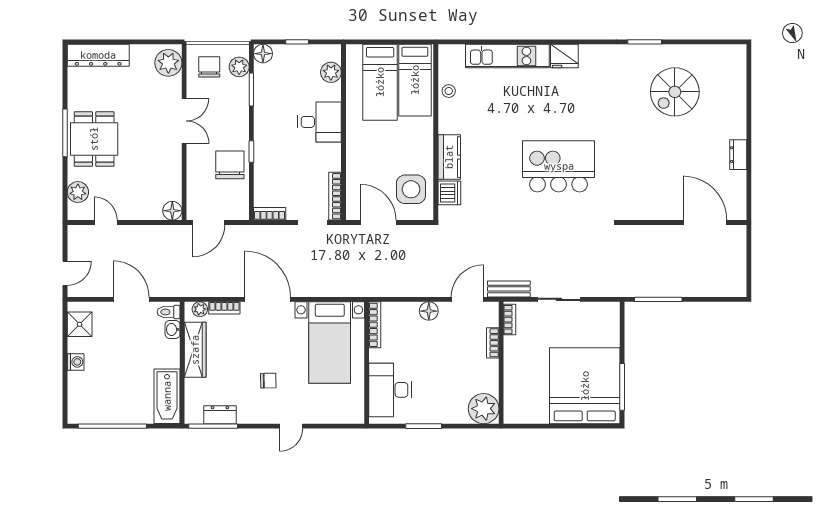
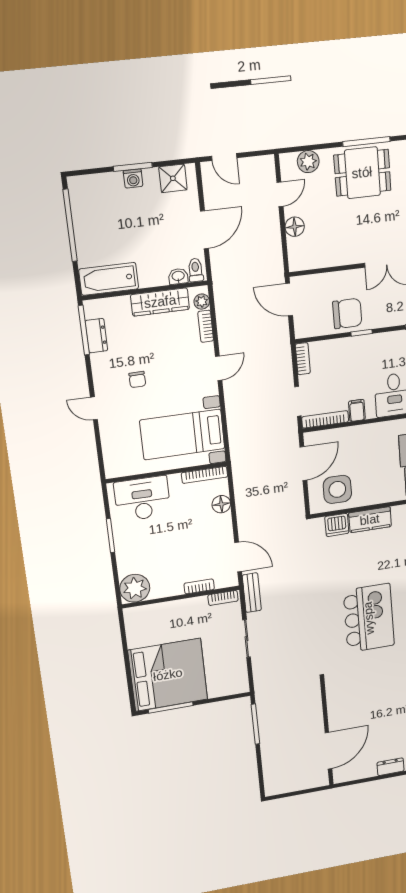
filing cabinet: (330, 162) -> (357, 410), added
floor lamp: (172, 211) -> (295, 227), moved
door: (268, 299) -> (219, 368), width x0.53
floor lamp: (429, 311) -> (221, 504), moved
window: (65, 361) -> (133, 167), added

